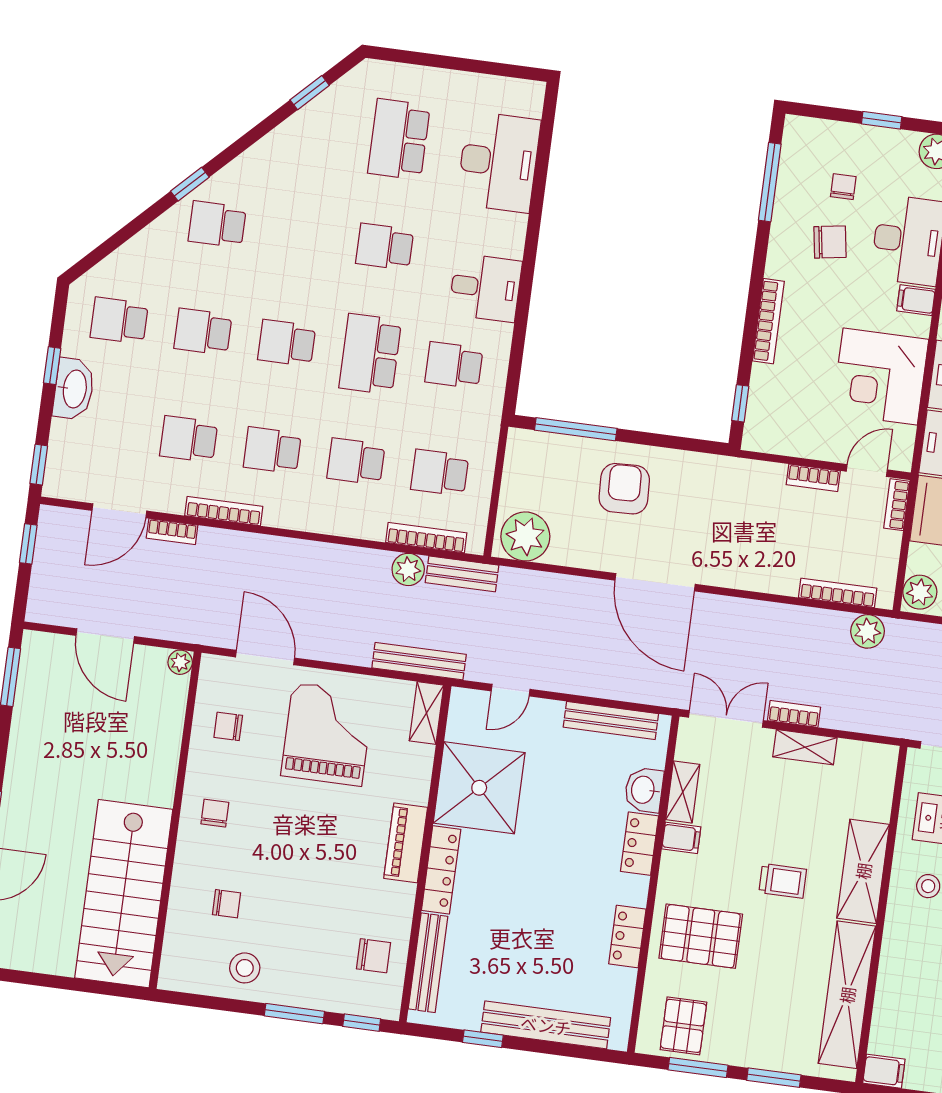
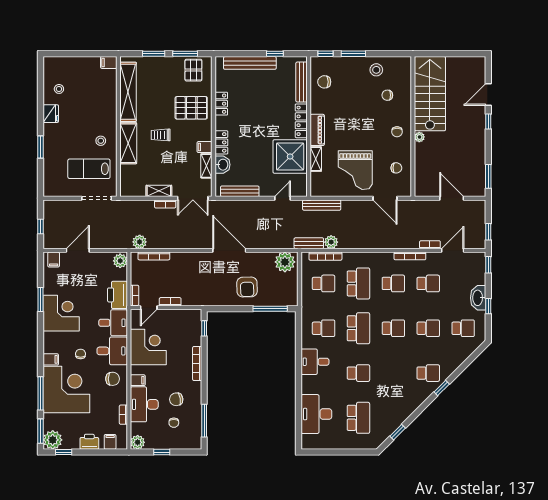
school desk: (356, 461) -> (358, 283), width x1.85
plant: (180, 662) -> (419, 137), moved
shelving: (427, 713) -> (316, 159), moved

